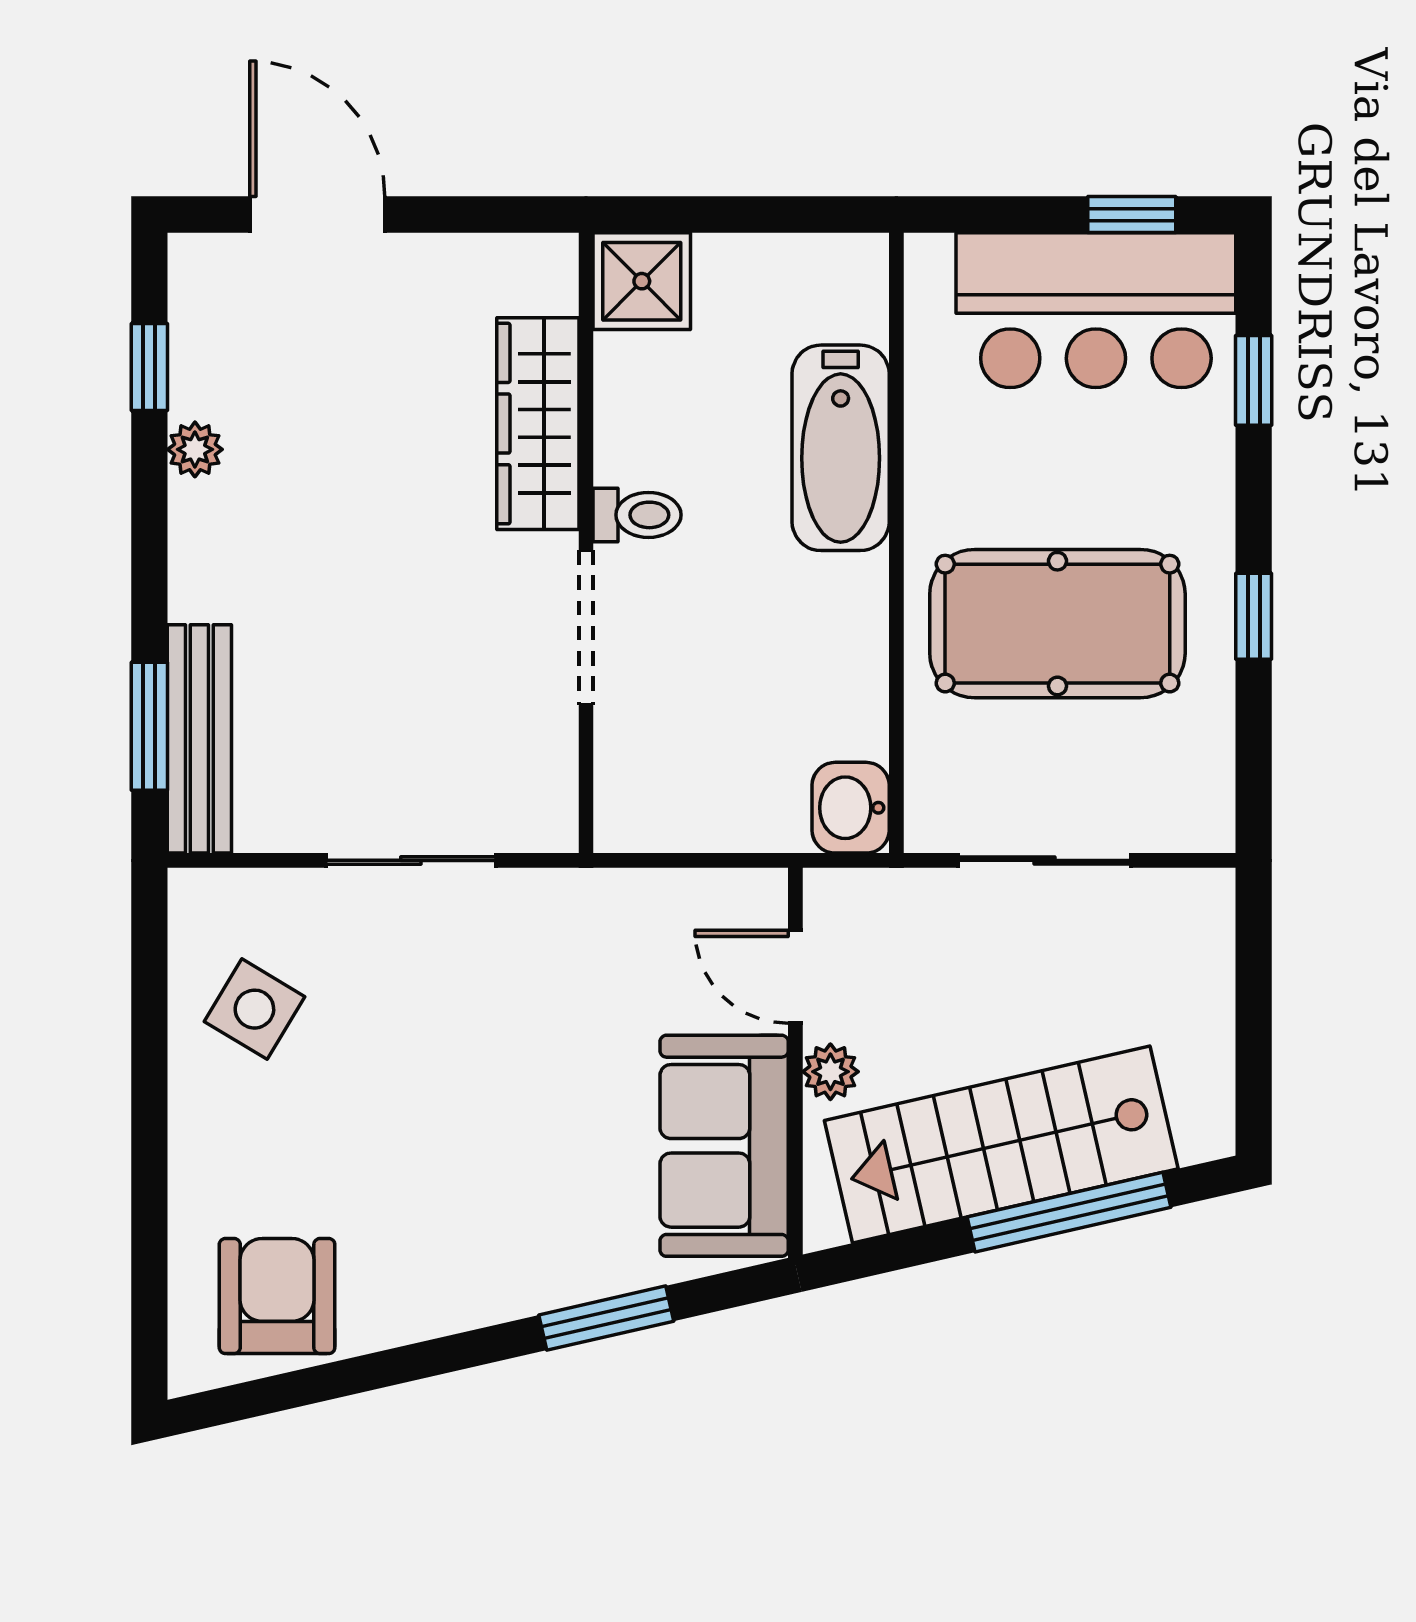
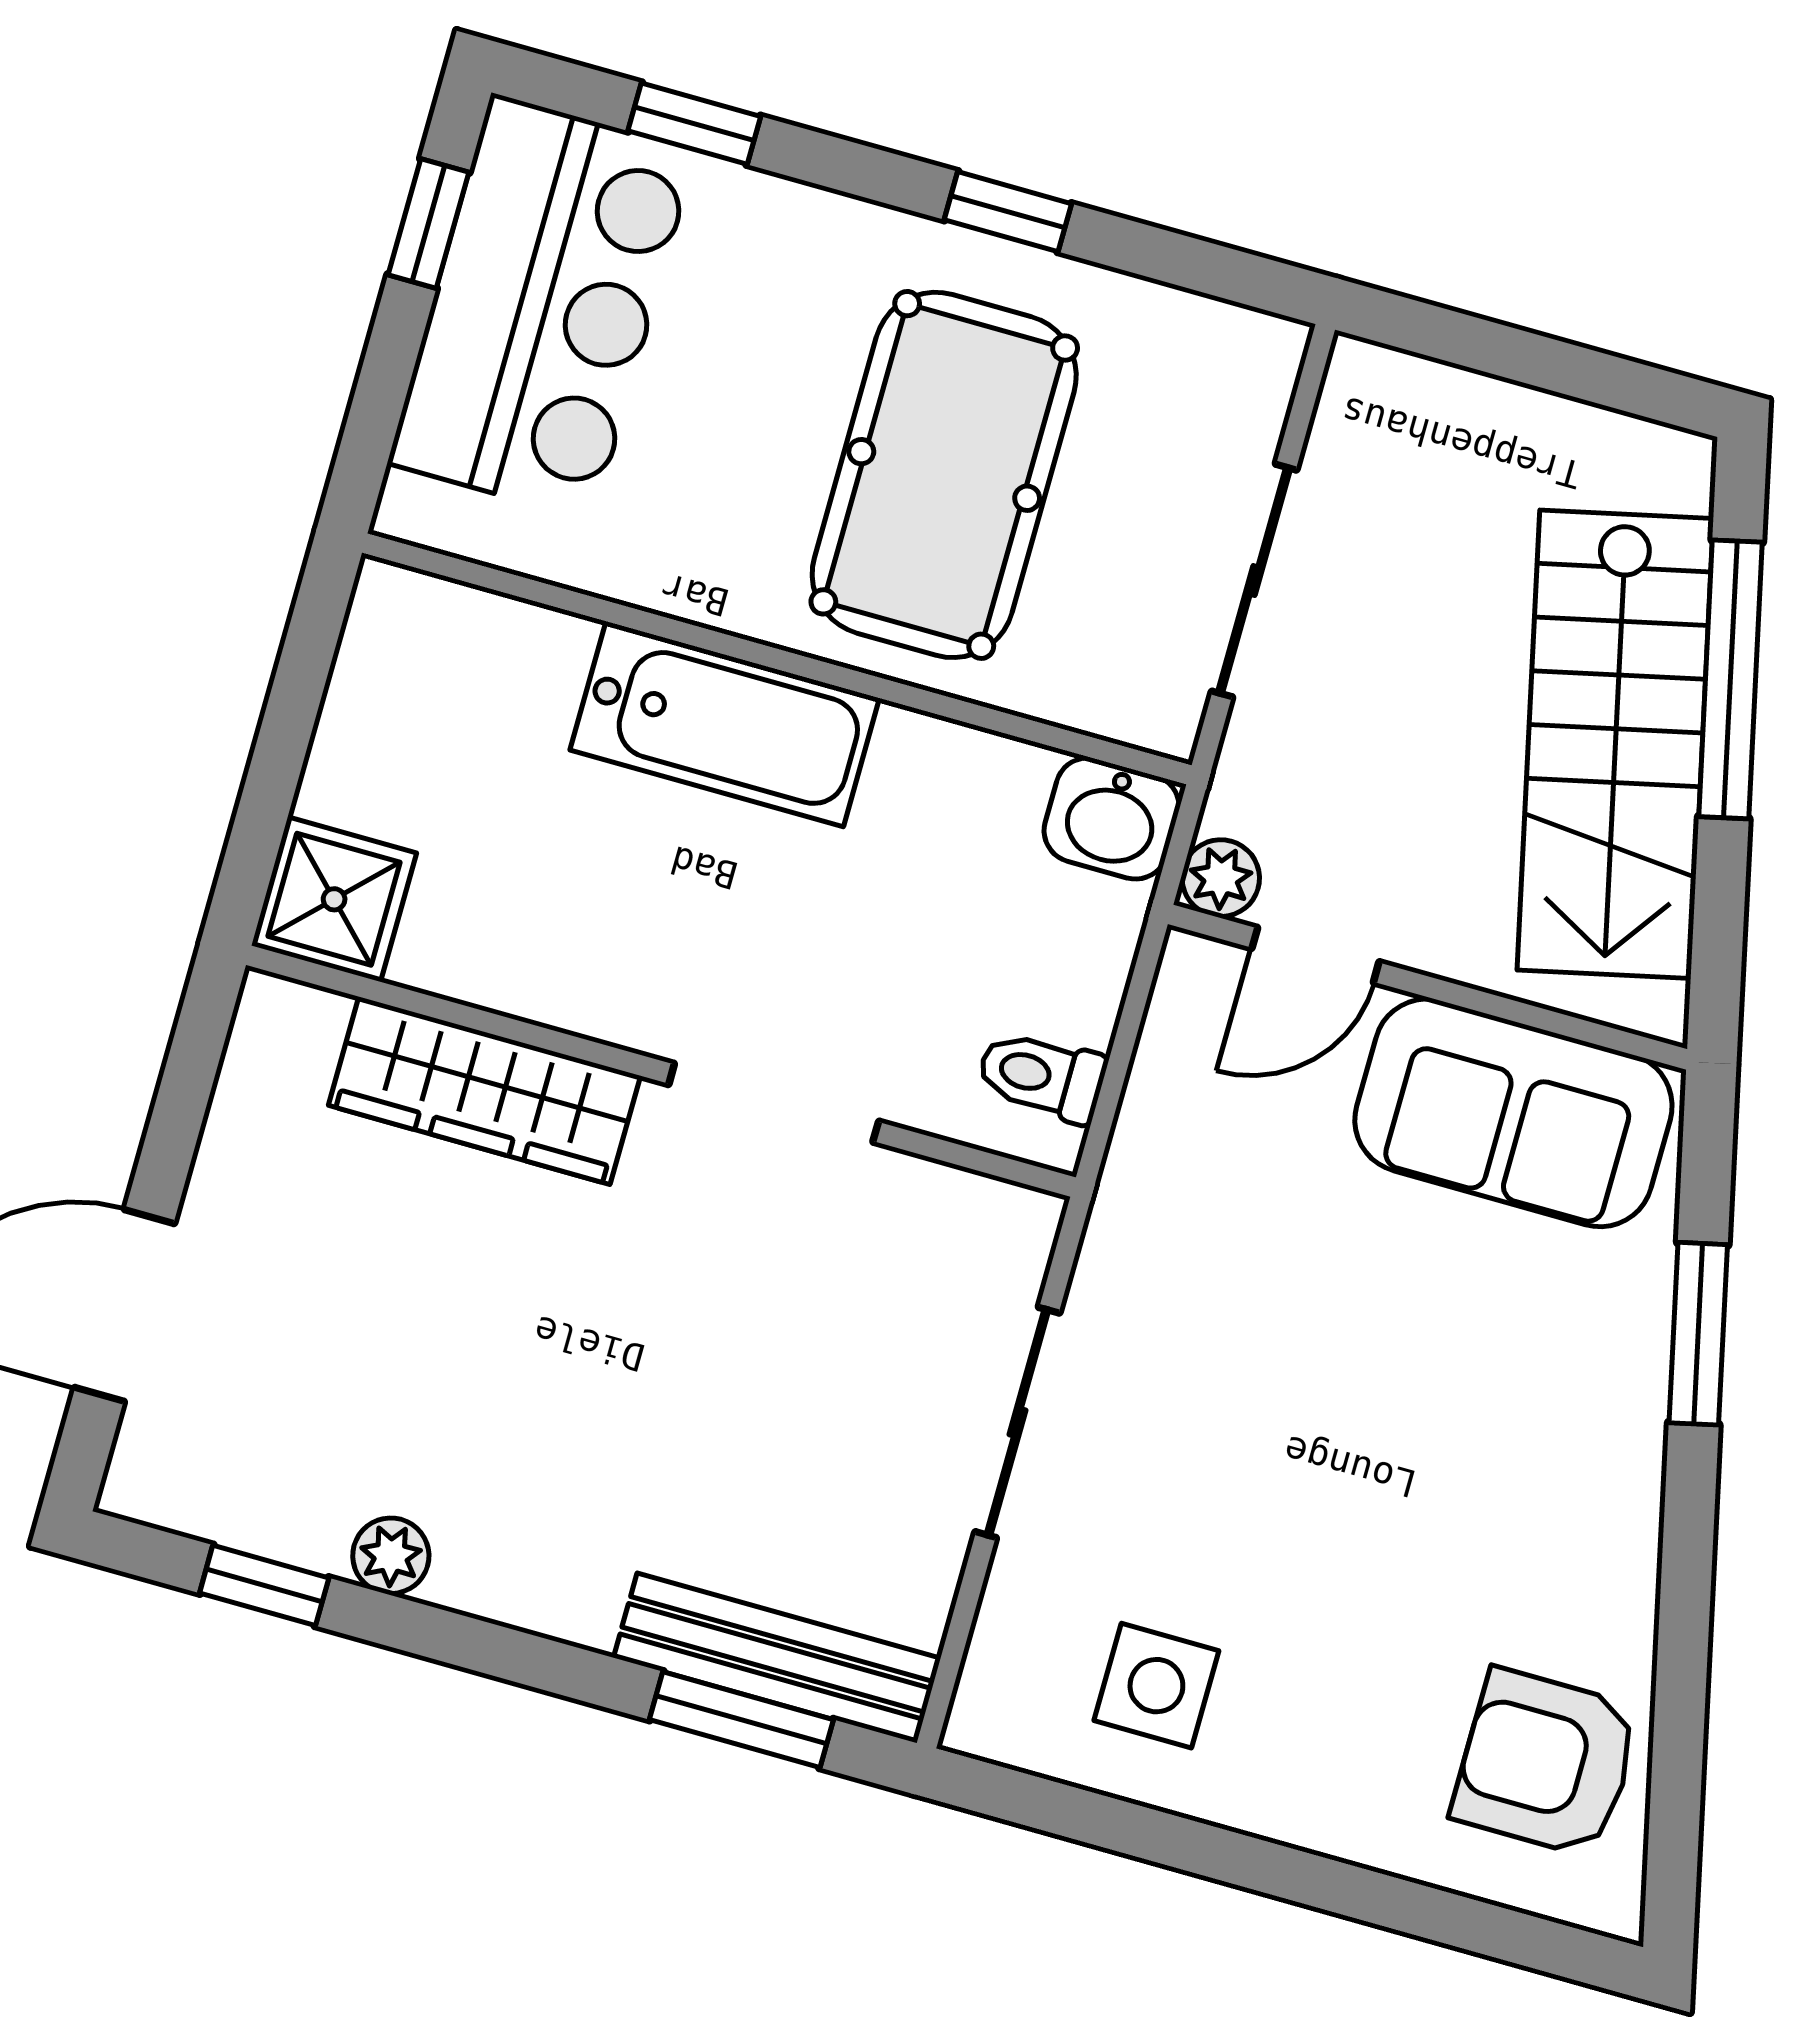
bathtub: (841, 448) -> (725, 724), moved
toilet: (637, 515) -> (1042, 1076), moved, turned -90
side table: (254, 1009) -> (1156, 1686), turned -31
plant: (830, 1072) -> (1221, 878), moved

